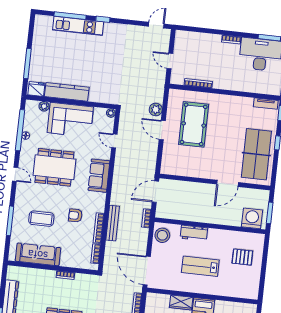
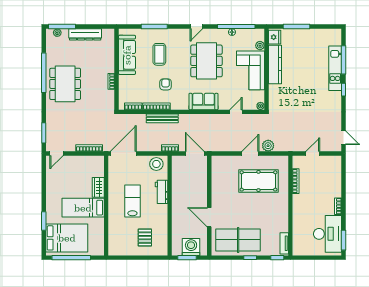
washing machine: (252, 218) -> (191, 247), moved, turned -90

